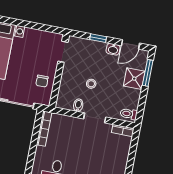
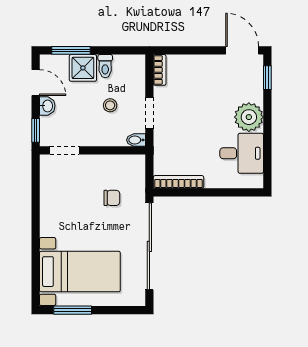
doorway: (63, 52) -> (64, 150), moved
wall: (59, 71) -> (92, 150), moved
stool: (91, 84) -> (110, 105), moved
toilet: (129, 114) -> (105, 66), moved

